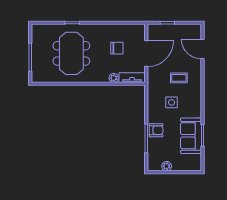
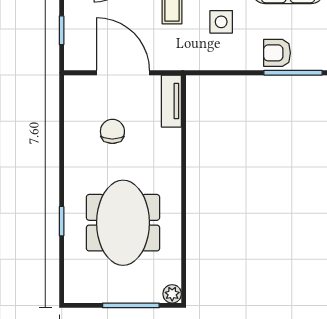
meeting table: (71, 53) -> (123, 223), turned 90
plant: (114, 78) -> (172, 294), moved
armchair: (156, 130) -> (277, 53), turned -90

